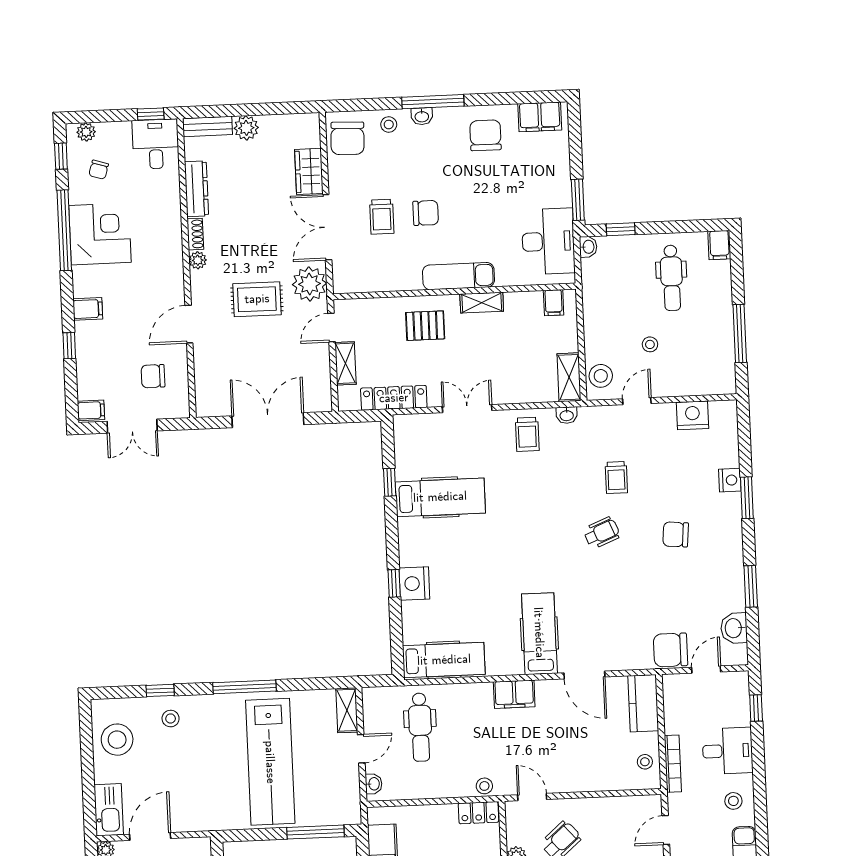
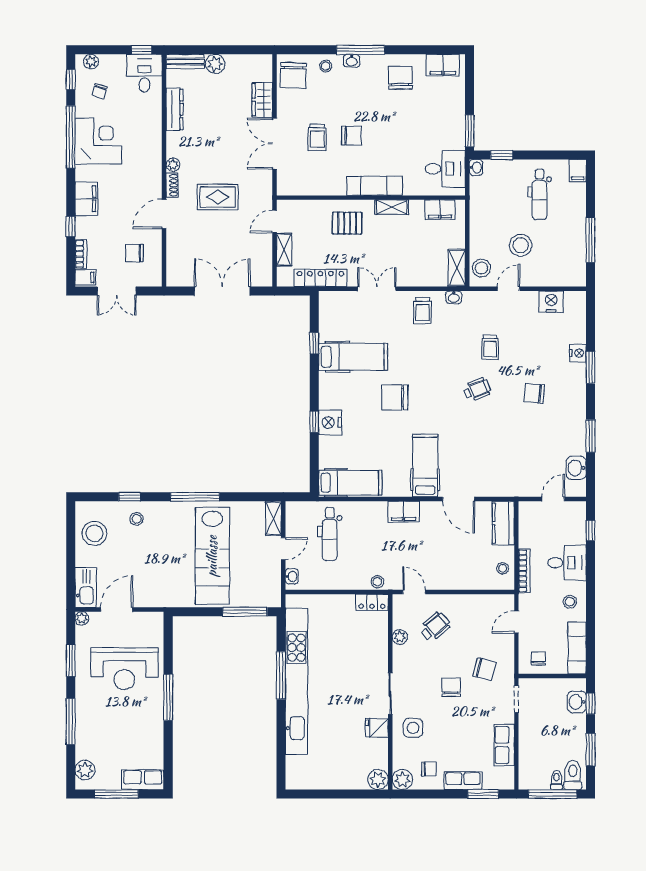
shoe rack: (195, 234) -> (172, 185), moved
desk: (548, 241) -> (445, 169), width x0.73
plant: (309, 284) -> (259, 187), removed
filing cabinet: (554, 303) -> (440, 210), width x2.00
filing cabinet: (88, 309) -> (86, 199), width x2.00
stool: (650, 344) -> (521, 245), width x1.89, depth x1.89
bookcase: (84, 380) -> (81, 254), added
chair: (671, 650) -> (395, 397), moved

